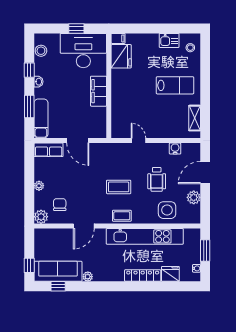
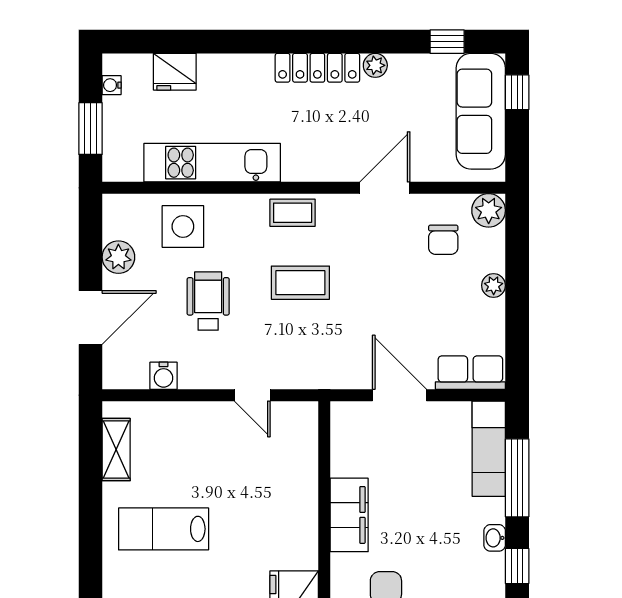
window: (29, 106) -> (517, 478), width x1.44
kitchen unit: (145, 236) -> (212, 163), width x0.73
sofa: (58, 271) -> (481, 111), moved, turned 90
locker: (143, 276) -> (317, 68), moved

